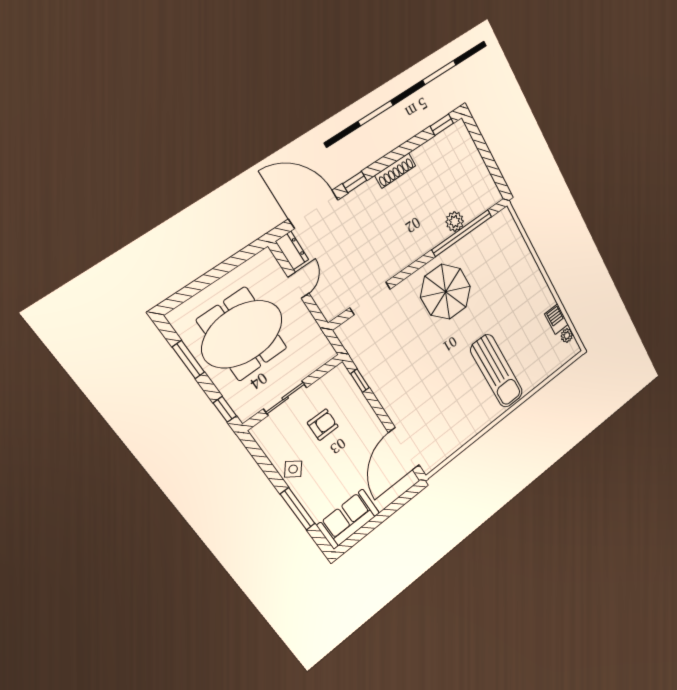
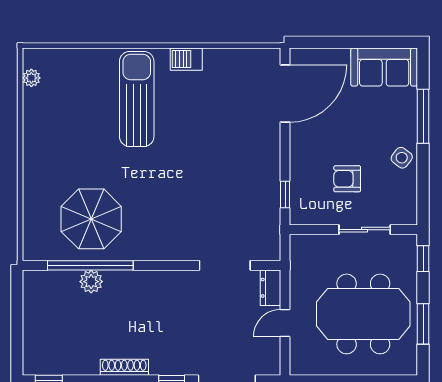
dresser: (292, 250) -> (270, 288), moved
parasol: (446, 292) -> (91, 219), moved
barbecue: (557, 319) -> (186, 59), moved, turned 90

